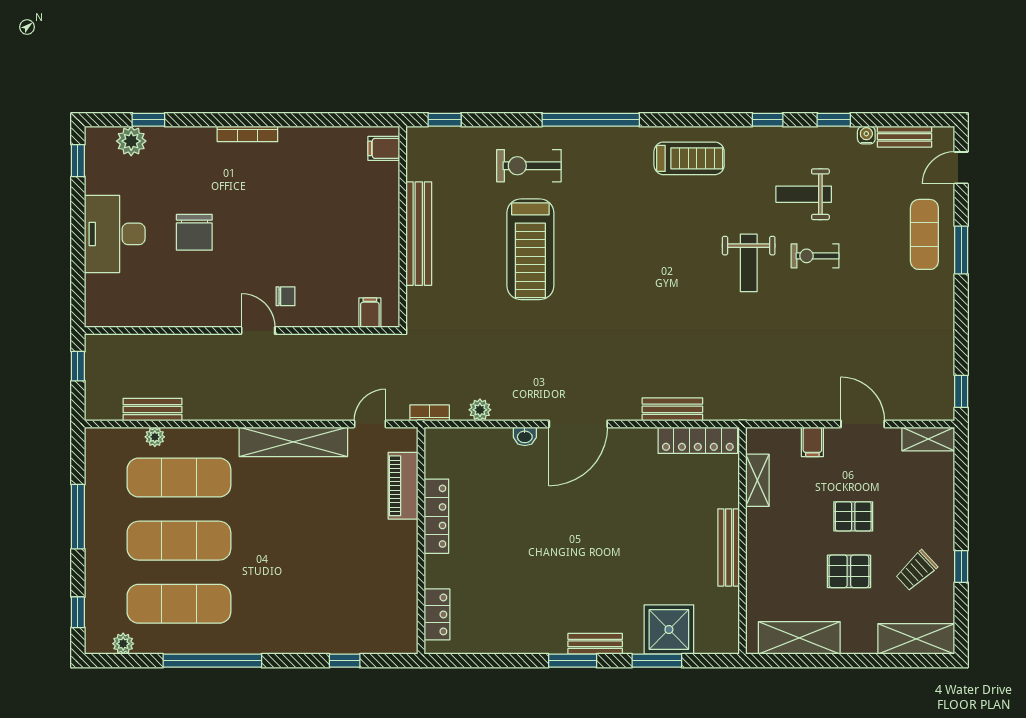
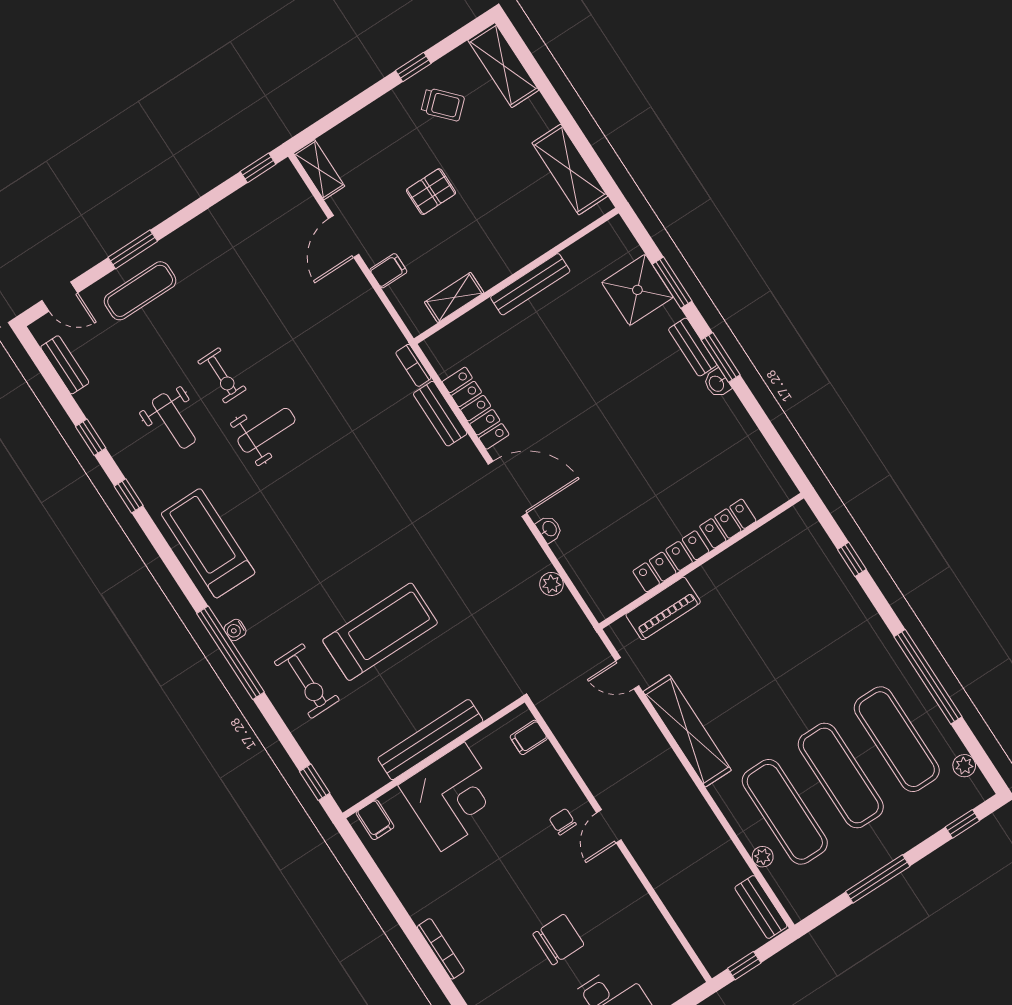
water cooler: (866, 135) -> (235, 630), moved
treadmill: (689, 158) -> (208, 543), width x1.37, depth x1.38
corner desk: (362, 222) -> (453, 797), added
bench: (153, 410) -> (761, 907), moved
bookcase: (430, 413) -> (413, 365), moved
locker: (698, 440) -> (476, 408), moved
pallet: (853, 516) -> (431, 192), turned 90
pallet: (849, 571) -> (482, 164), removed
locker: (437, 614) -> (728, 524), moved
washbasin: (554, 644) -> (717, 383), added

